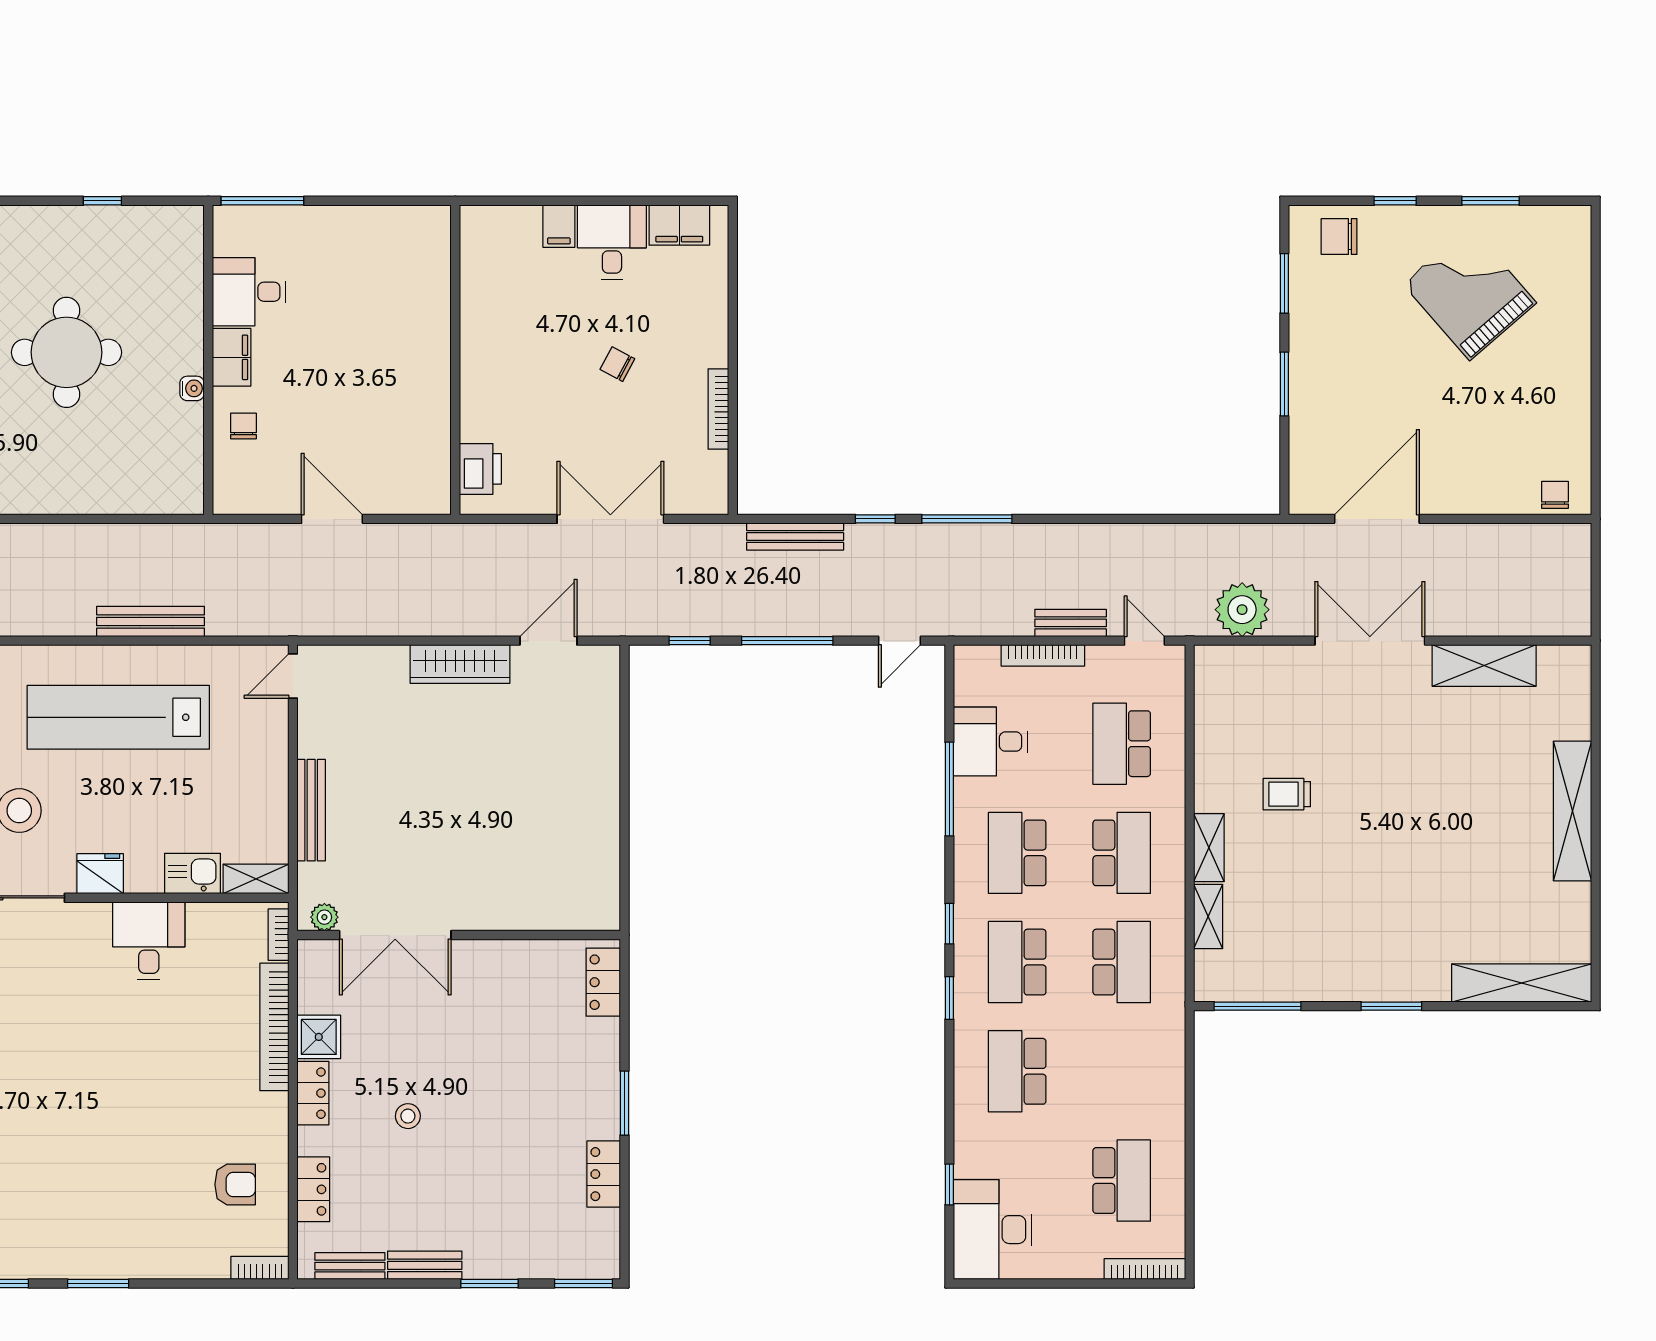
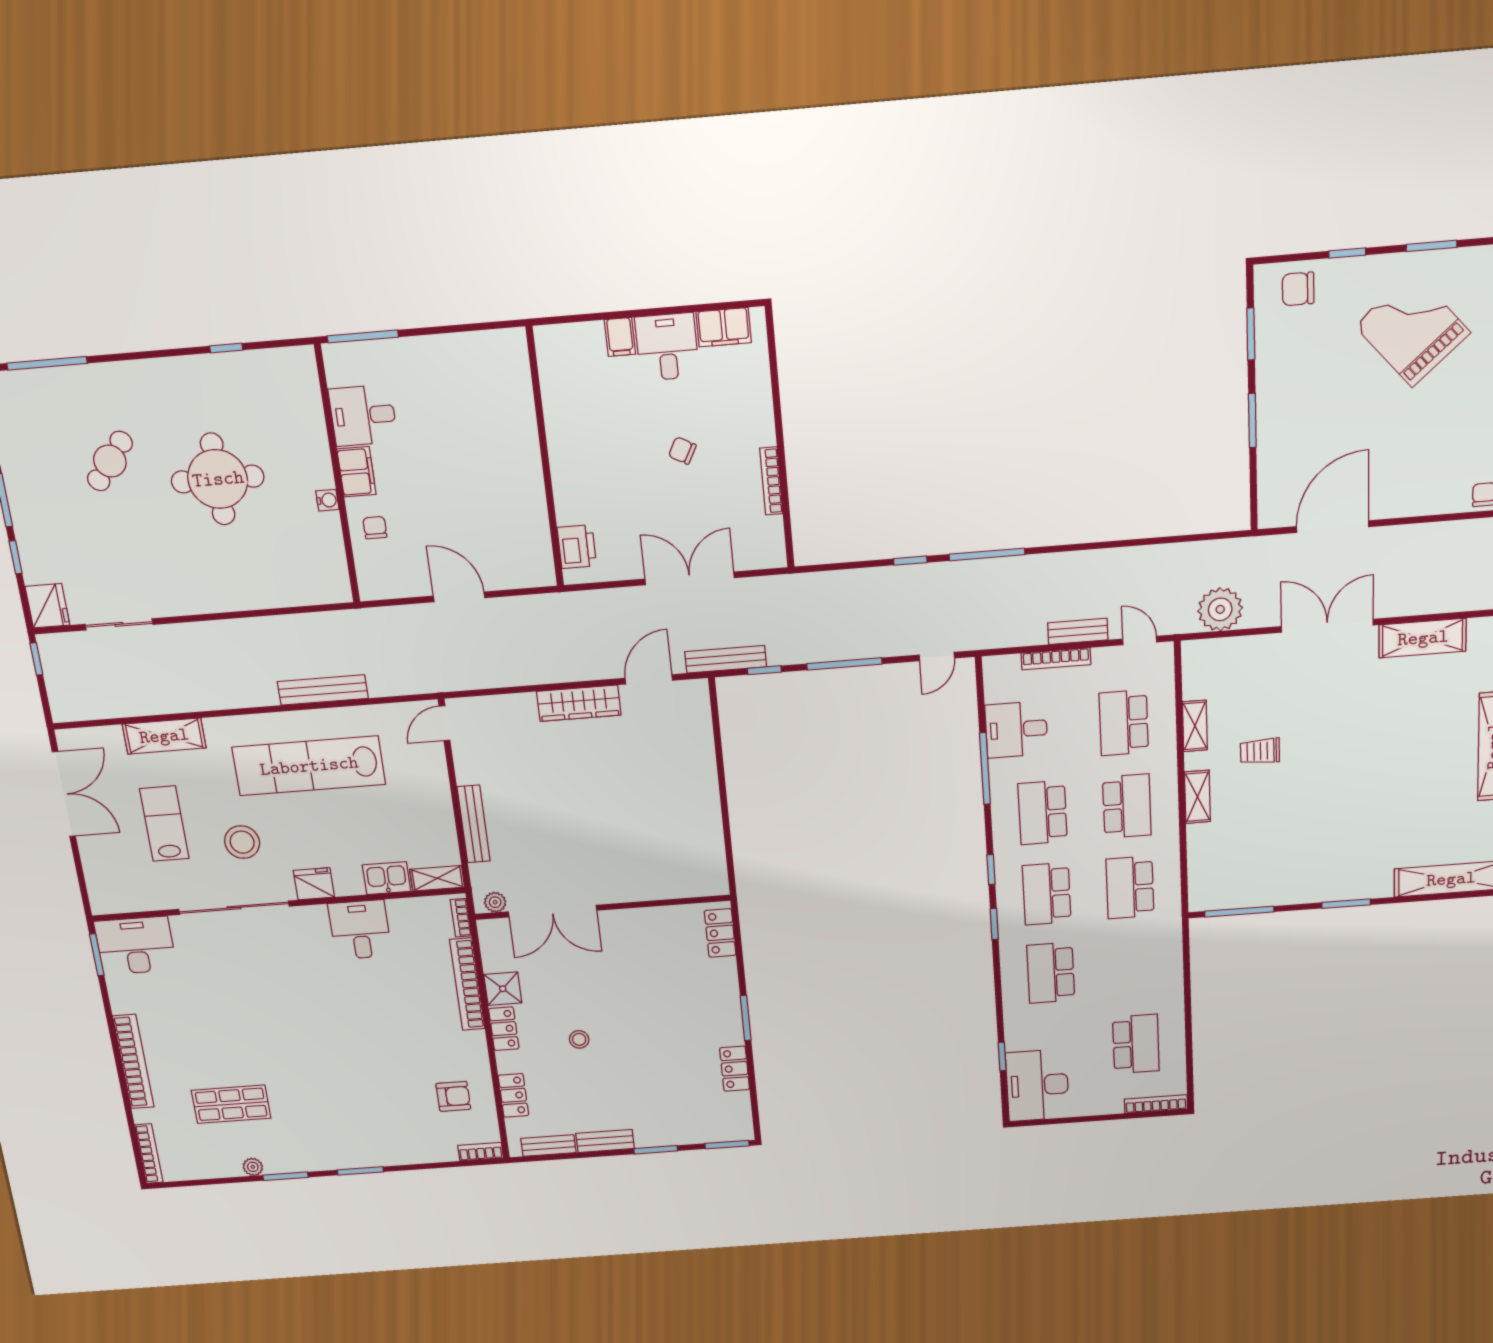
bench: (795, 536) -> (726, 659), moved
shelving: (1208, 916) -> (1195, 726), moved
school desk: (1122, 962) -> (1130, 887), turned 180

